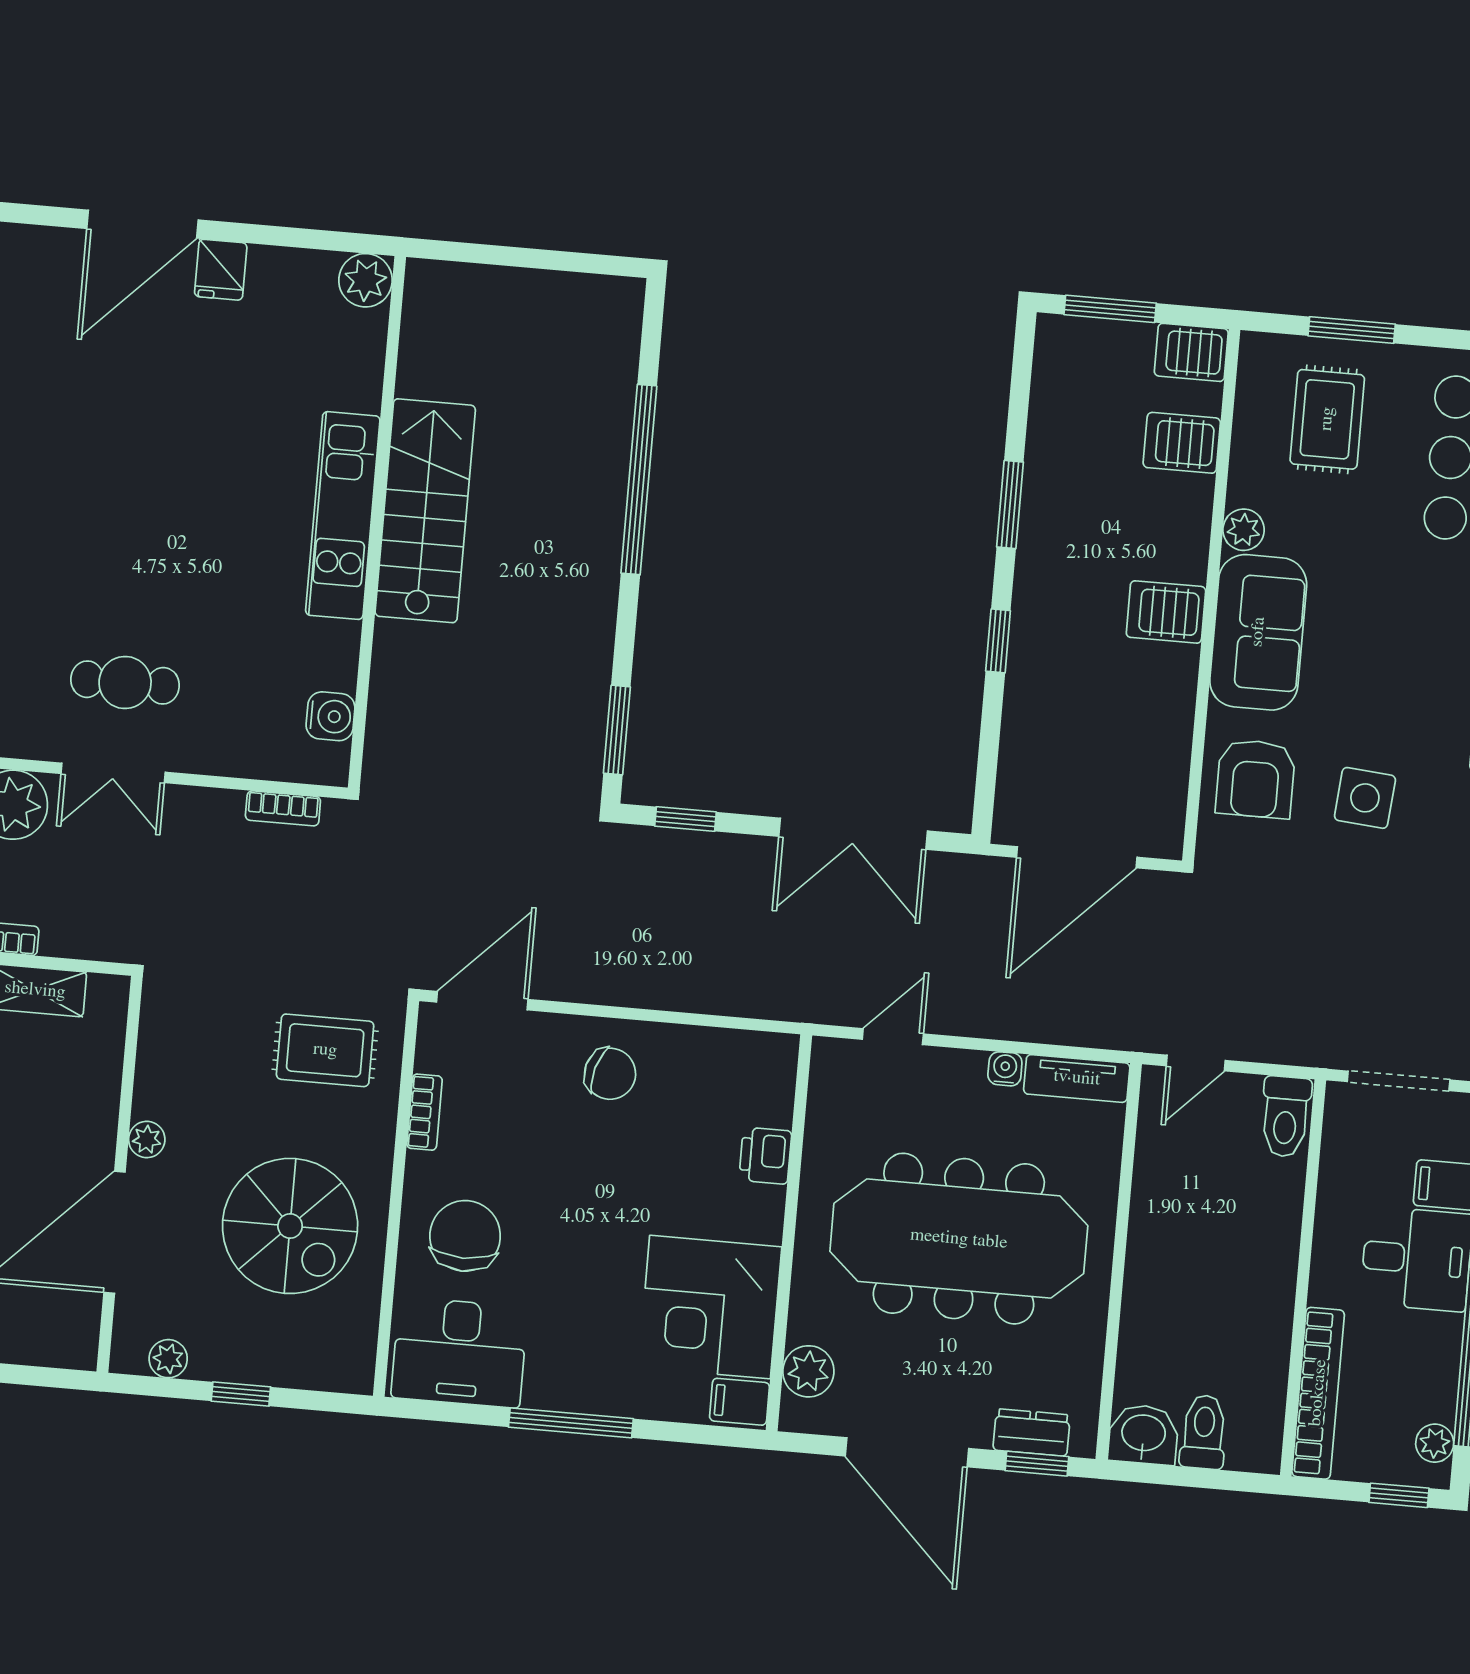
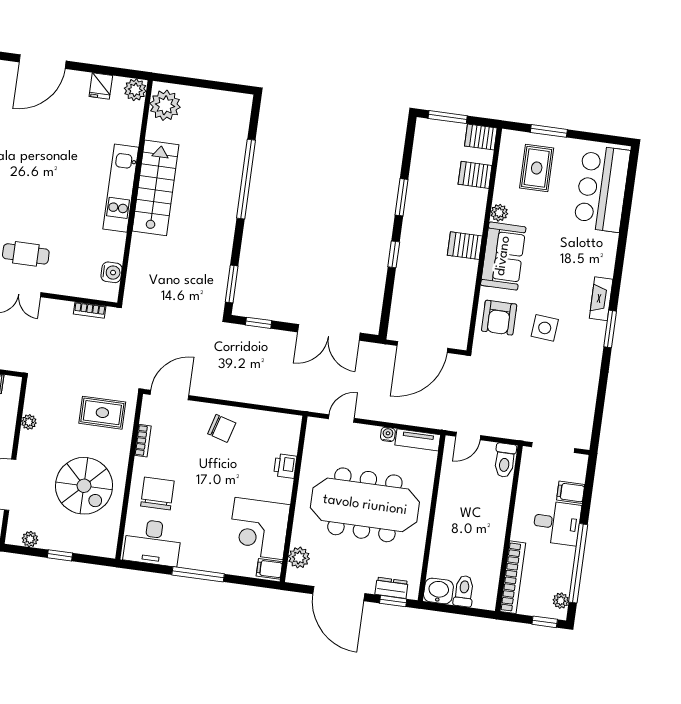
fridge: (221, 270) -> (101, 86), moved
plant: (438, 314) -> (165, 105), added
plant: (147, 1139) -> (29, 422), moved

